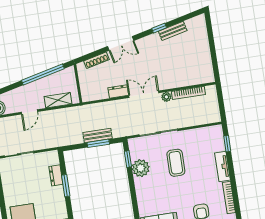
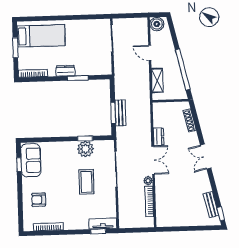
window: (159, 28) -> (221, 214), moved
bench: (173, 31) -> (211, 205), moved
double door: (121, 43) -> (206, 157), moved
window: (128, 159) -> (85, 138), moved
coffee table: (176, 163) -> (86, 182), turned 90
tv unit: (223, 167) -> (103, 224), moved
dresser: (56, 175) -> (65, 71), moved

